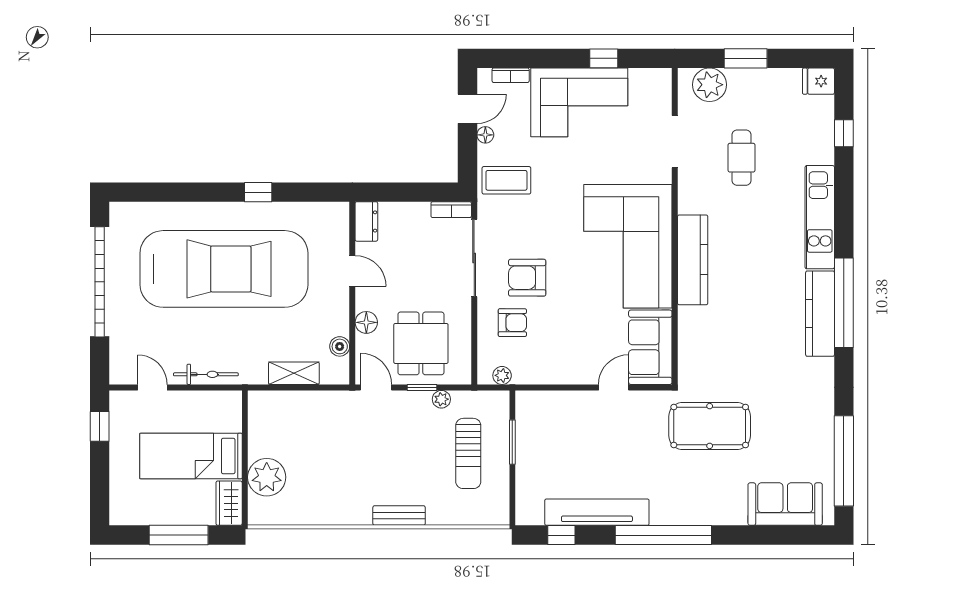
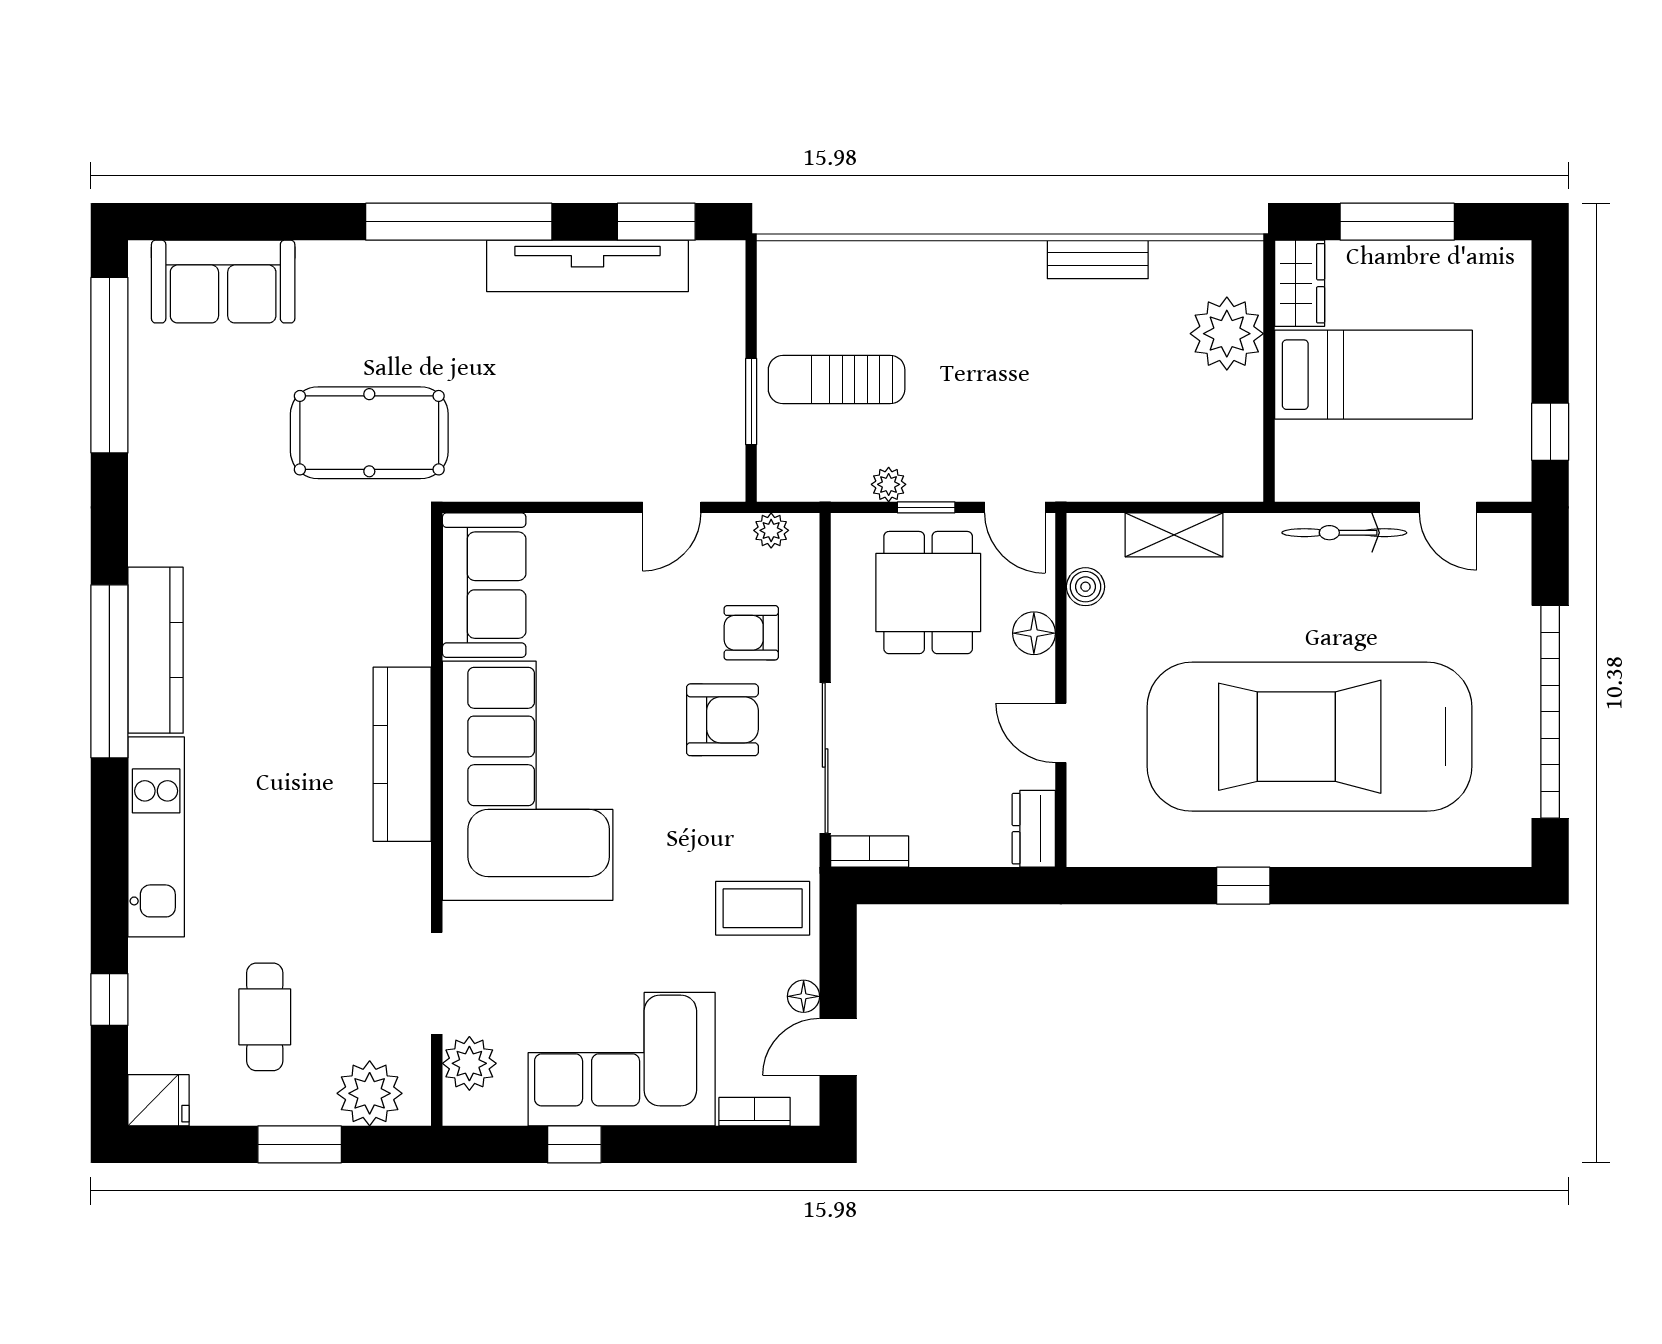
plant: (658, 100) -> (469, 1063), added
cafe table: (742, 158) -> (265, 1017), moved
door: (614, 387) -> (672, 507), moved
sun lounger: (468, 453) -> (837, 380), turned -90
bench: (399, 516) -> (1098, 259), moved
window: (561, 535) -> (656, 222), width x1.50

